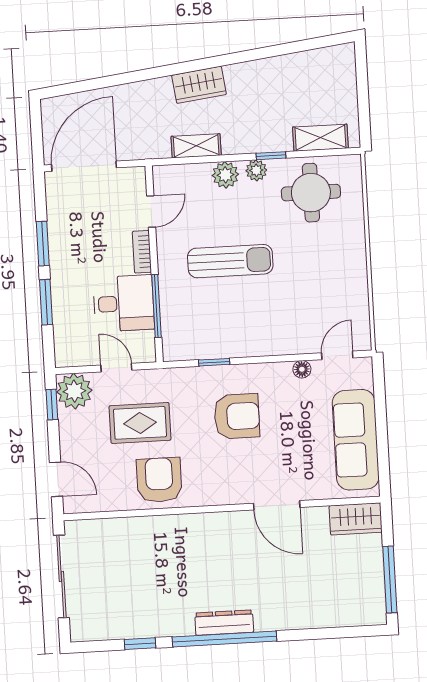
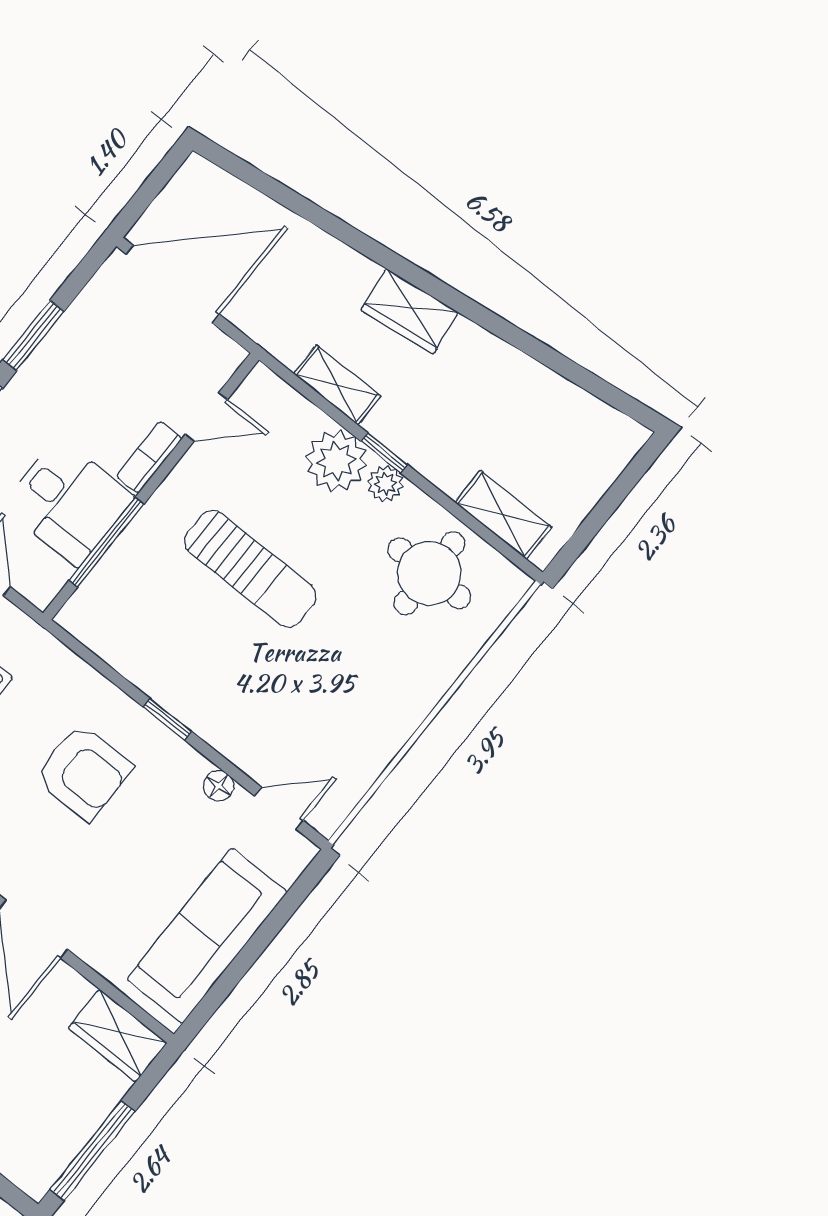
window: (271, 156) -> (384, 453), moved
plant: (225, 175) -> (336, 461), width x1.36, depth x1.36
window: (214, 362) -> (167, 719), moved

